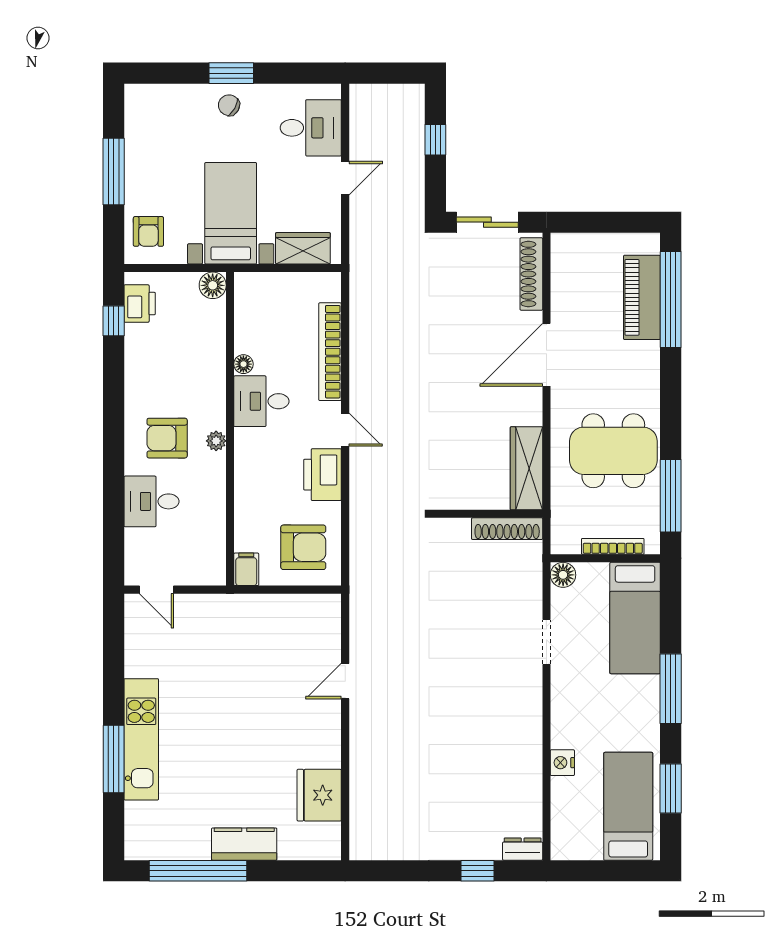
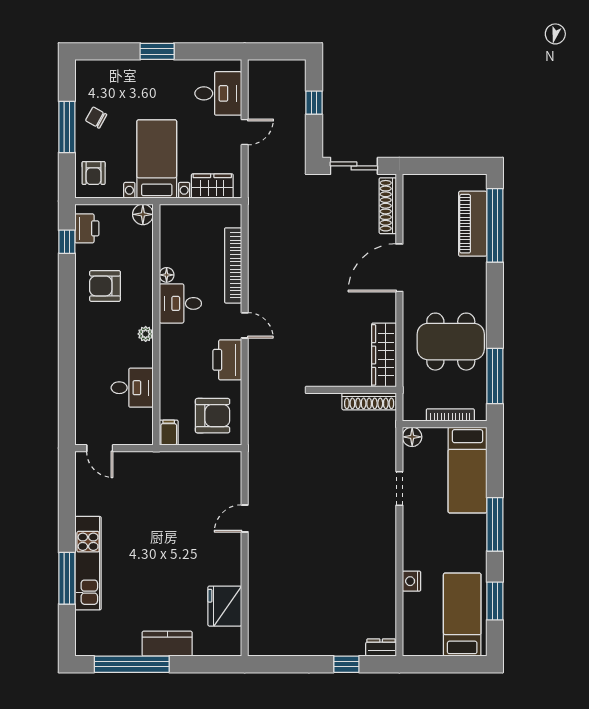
chair: (229, 105) -> (96, 118), moved
armchair: (167, 438) -> (105, 286), moved
desk: (151, 501) -> (132, 388), moved, turned 180

